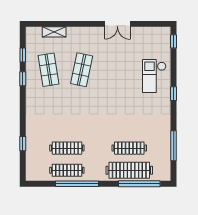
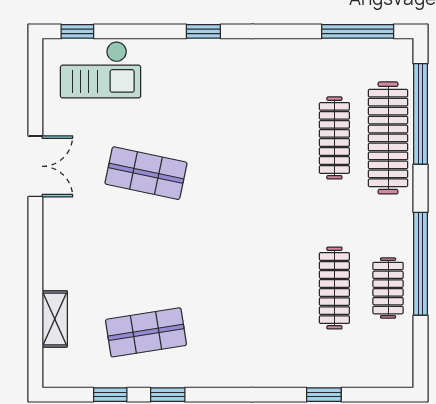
shop shelf: (82, 70) -> (146, 173), moved
checkout: (154, 76) -> (101, 70), moved
window: (174, 146) -> (358, 31), moved
clothes rail: (67, 170) -> (388, 288), width x0.73

